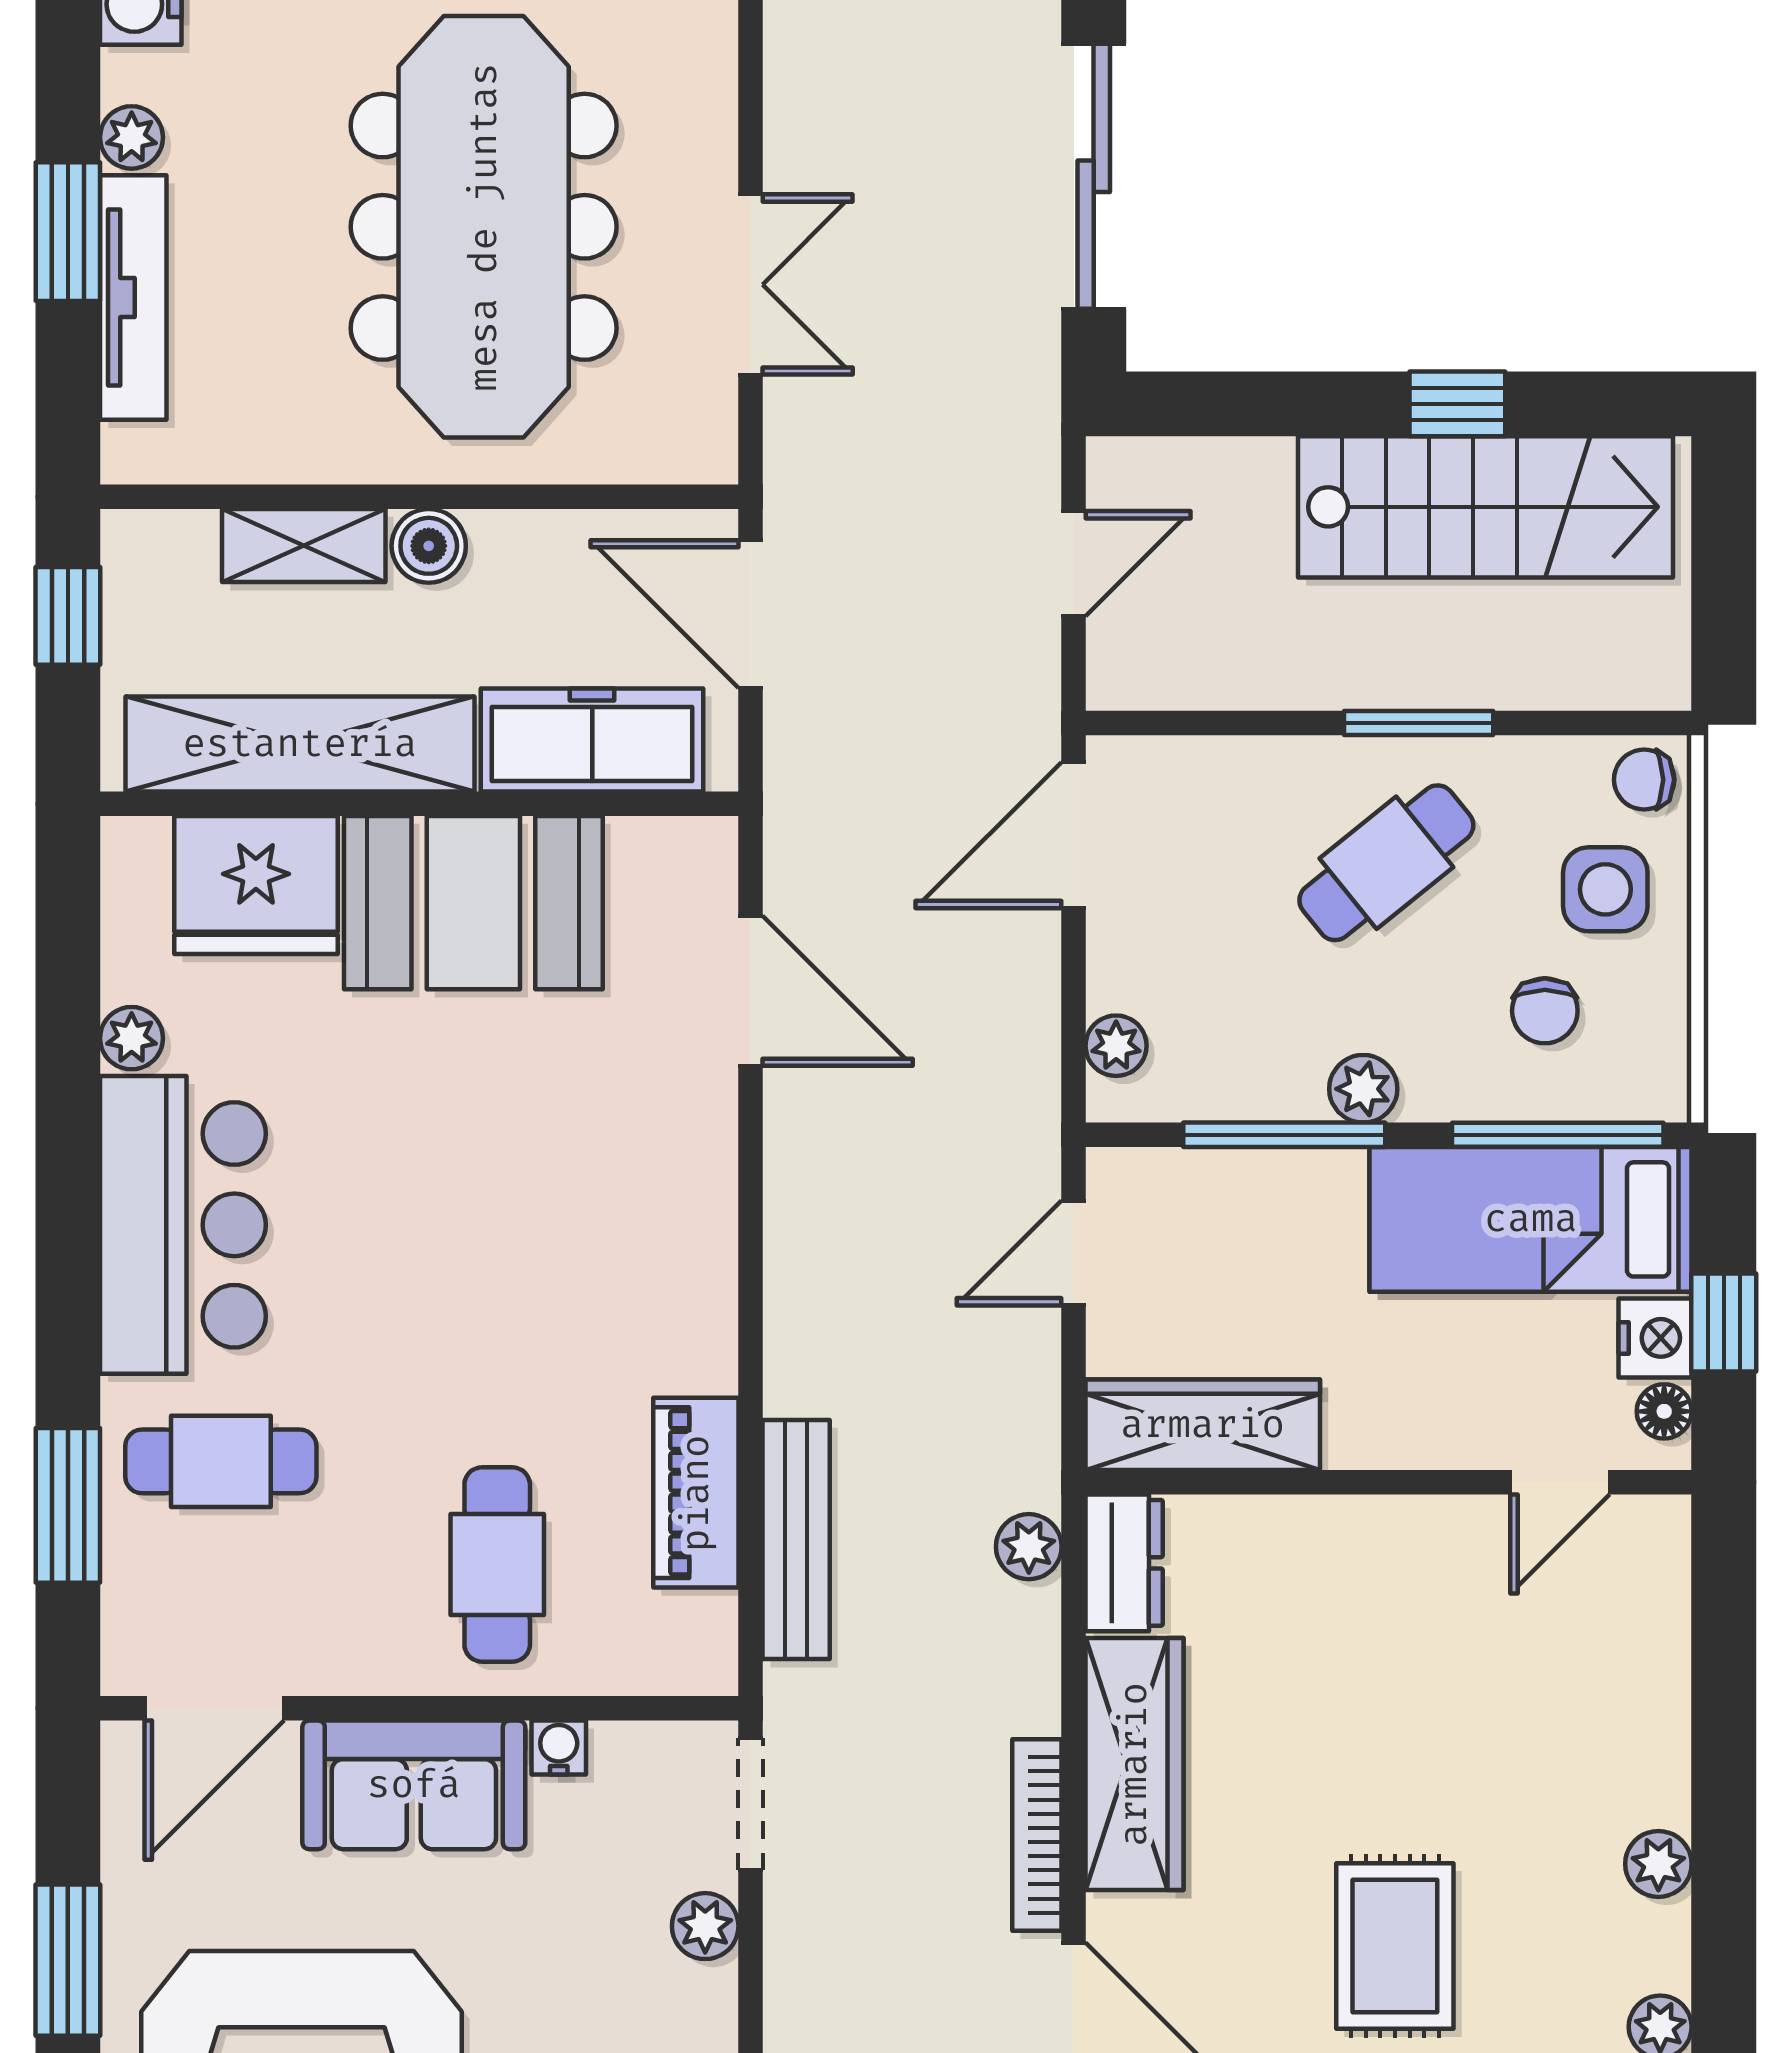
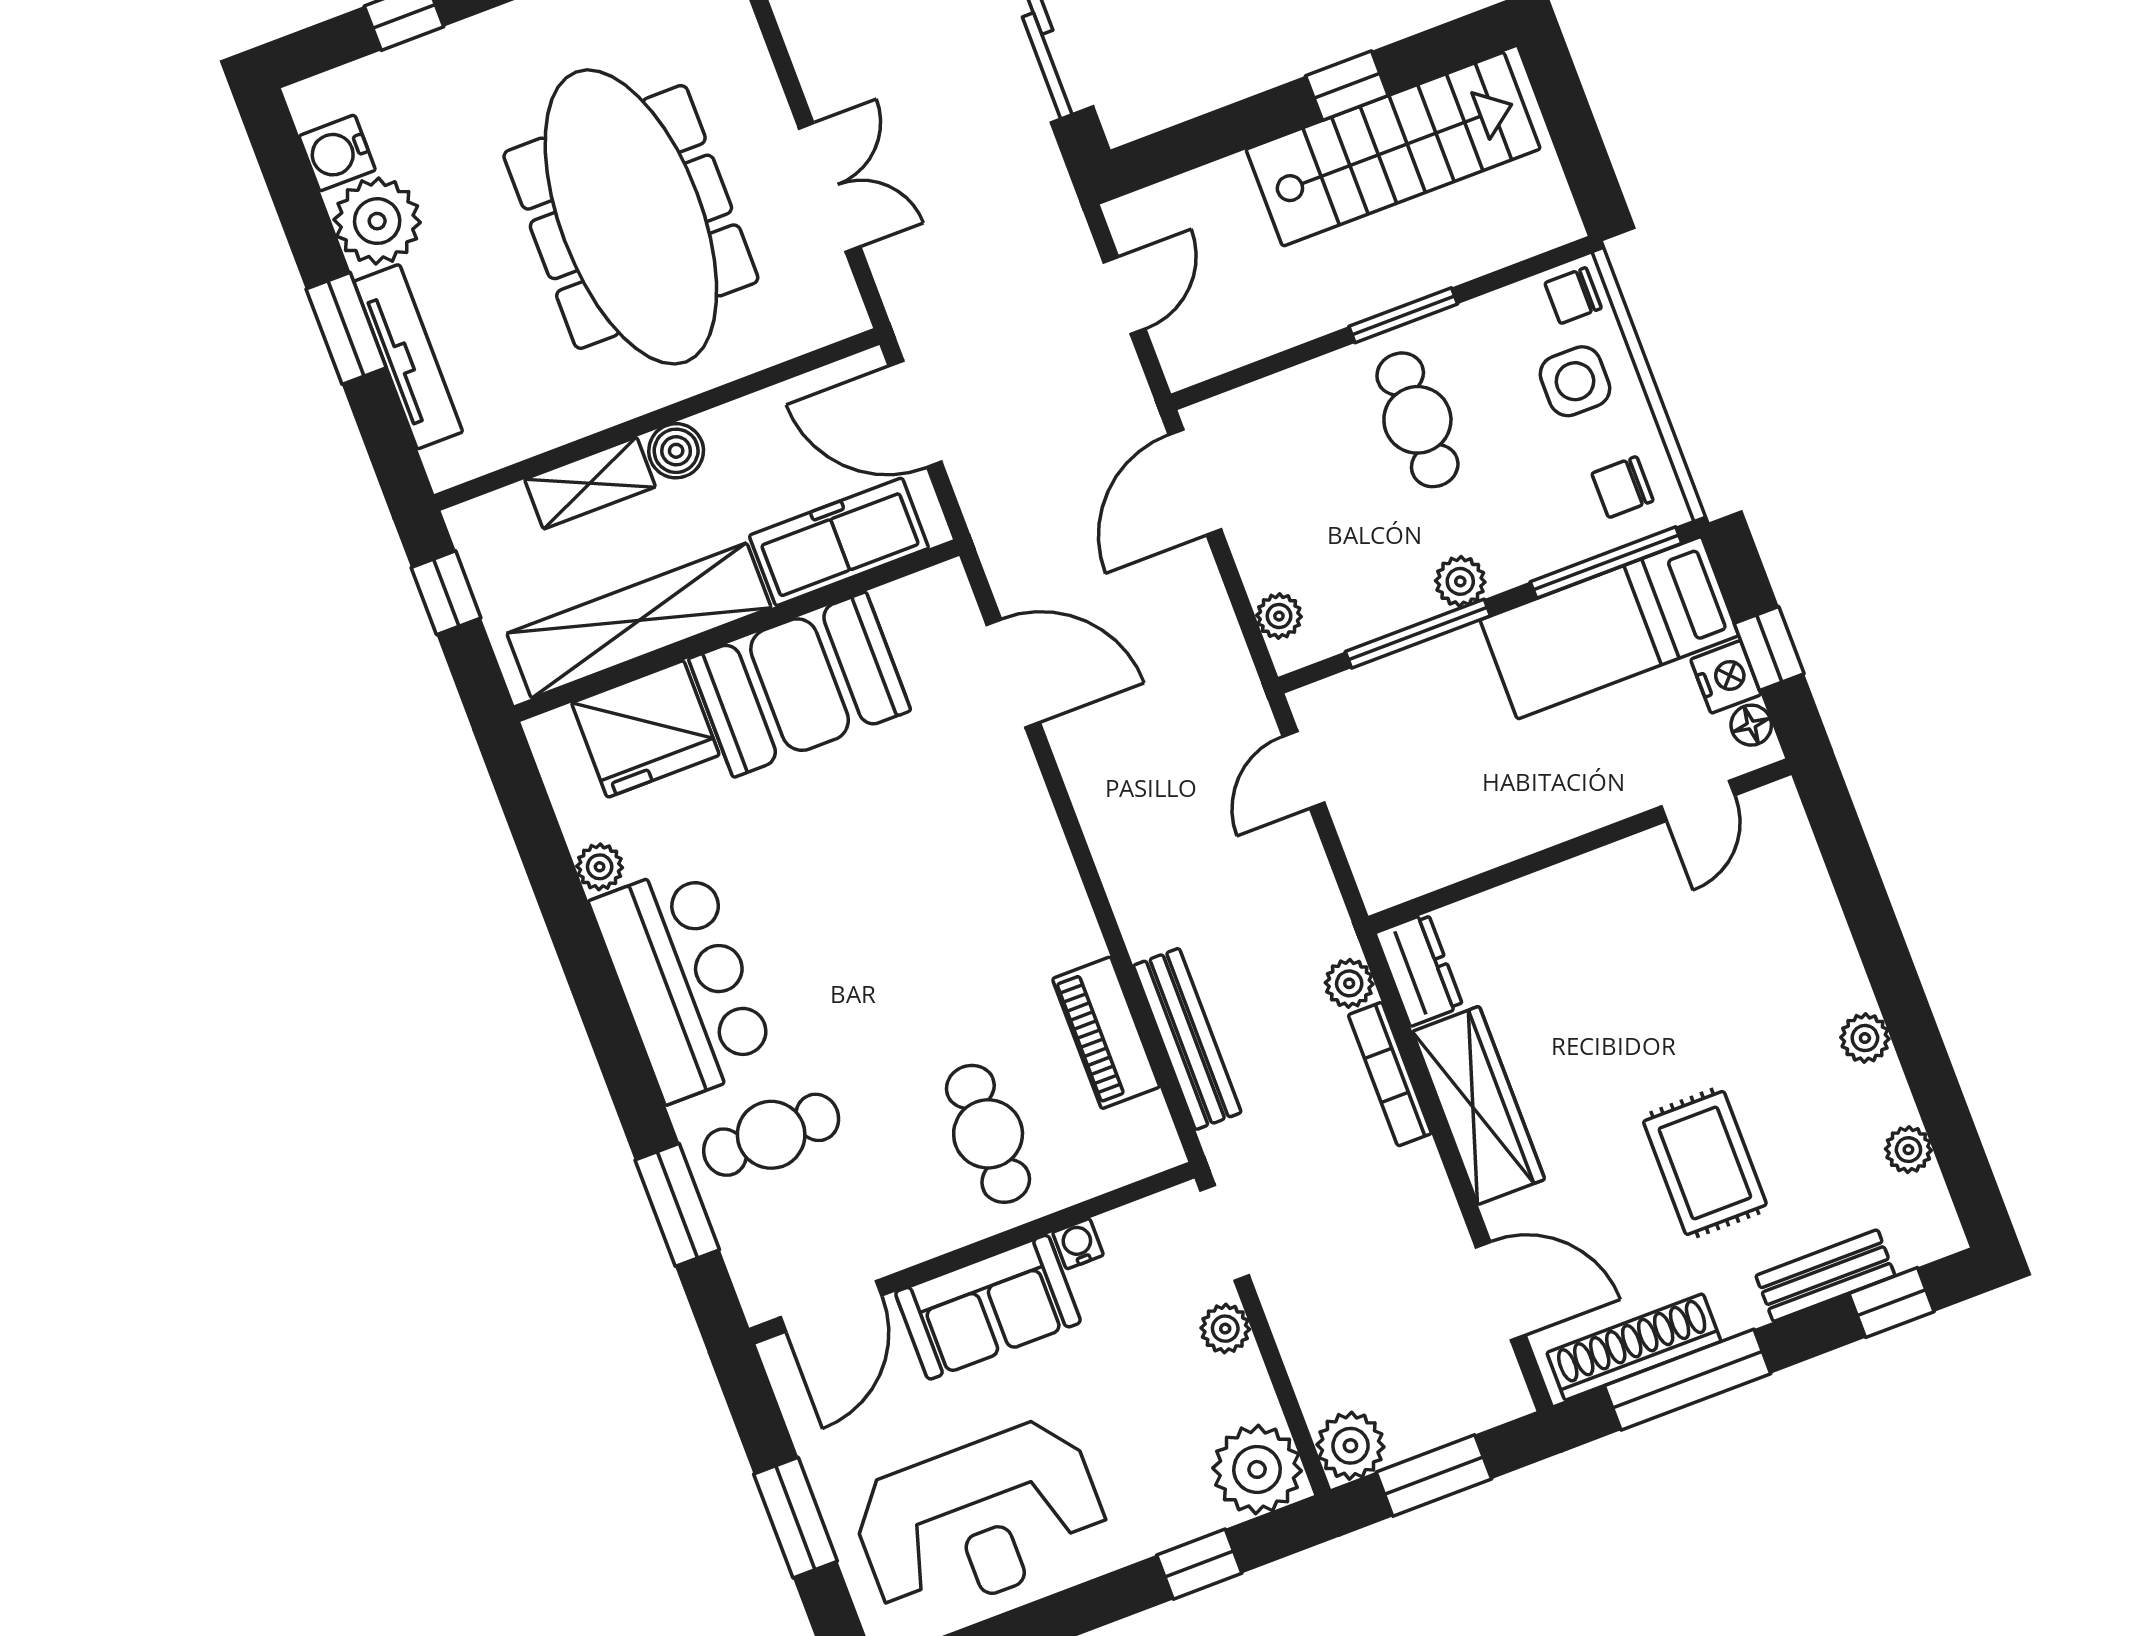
plant: (132, 137) -> (377, 221), width x1.88, depth x1.88
cafe table: (1386, 863) -> (1417, 420), turned -51
chair: (1545, 1011) -> (1623, 487), moved, turned 90
wardrobe: (1203, 1425) -> (1437, 854), removed
bookcase: (1037, 1835) -> (1390, 1074), moved

